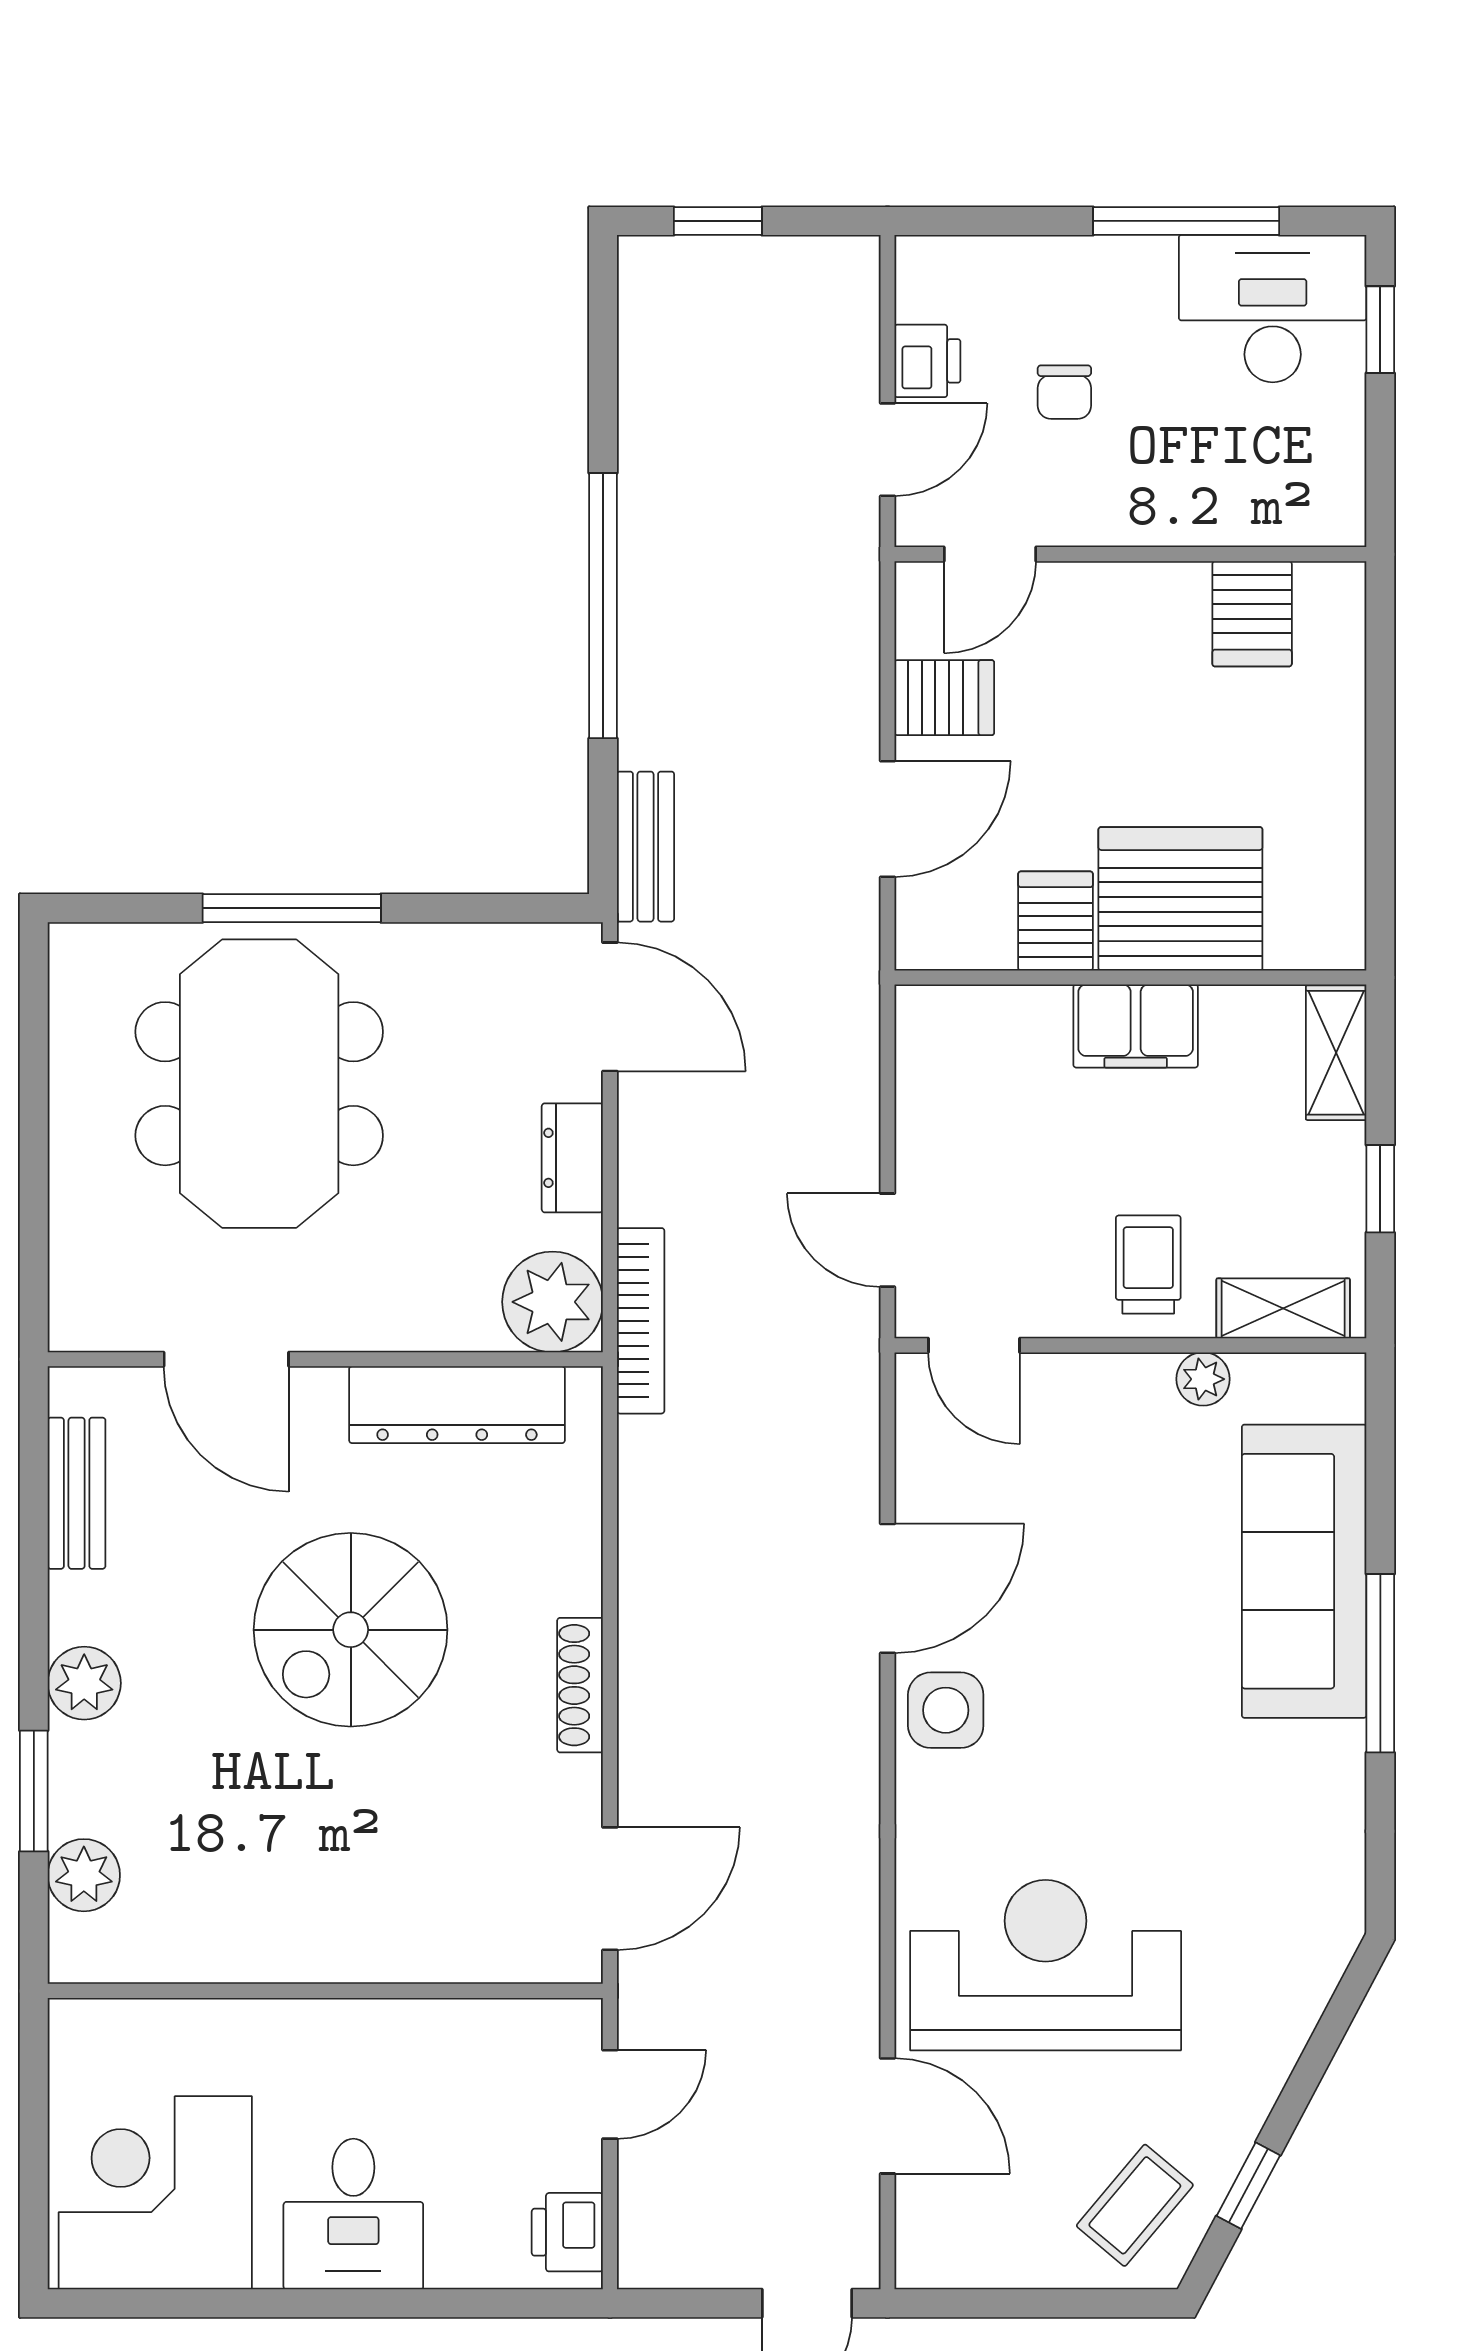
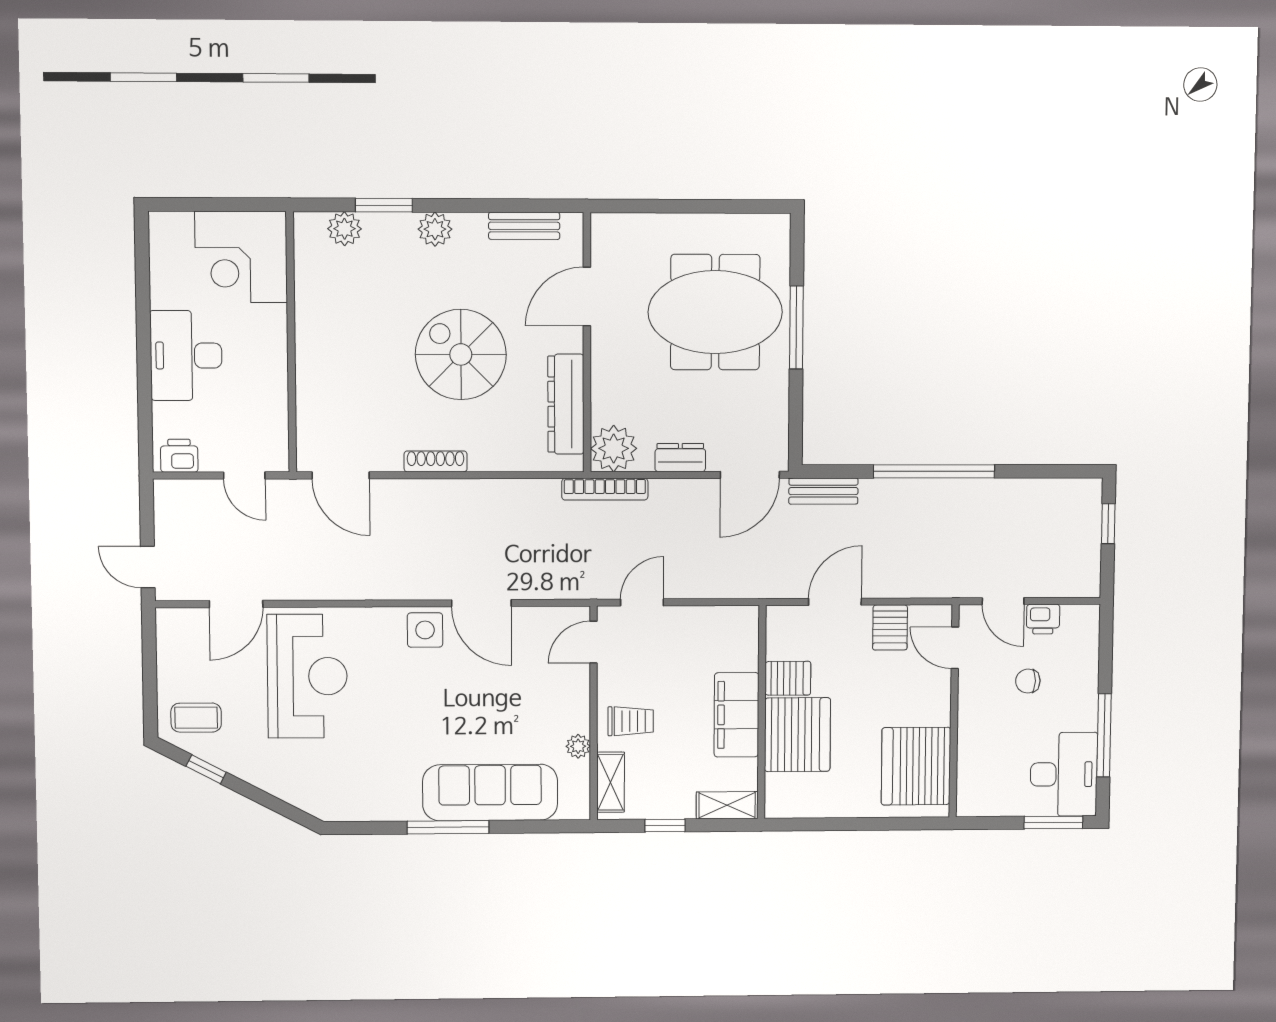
window: (1380, 330) -> (1053, 822), width x1.50
server rack: (1252, 614) -> (916, 766), width x2.18, depth x1.44
door: (888, 819) -> (835, 602), swing flipped
filing cabinet: (1136, 1026) -> (737, 715), width x1.50, depth x1.17
corner desk: (155, 2193) -> (241, 257), moved, turned 180
coffee table: (1135, 2205) -> (196, 718), turned -40
desk: (353, 2214) -> (186, 356), width x1.37

